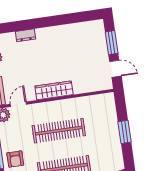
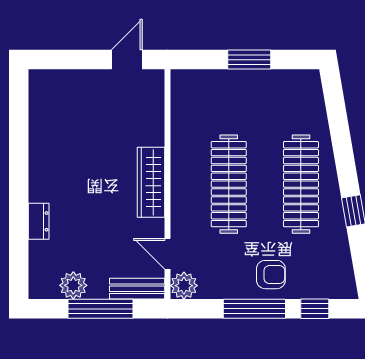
window: (112, 43) -> (76, 60), removed

